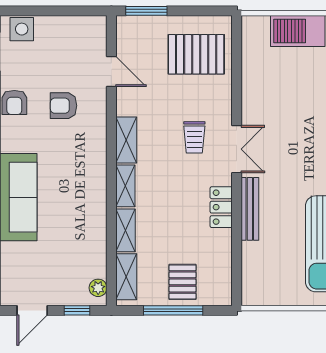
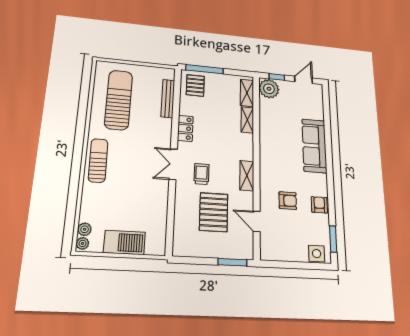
pallet: (196, 54) -> (214, 212), moved, turned 90
shelving: (125, 186) -> (247, 147), removed
bench: (250, 209) -> (168, 99), moved
pallet: (183, 282) -> (195, 85), moved
plant: (98, 288) -> (269, 89), width x1.88, depth x1.88
window: (173, 310) -> (204, 69), moved

